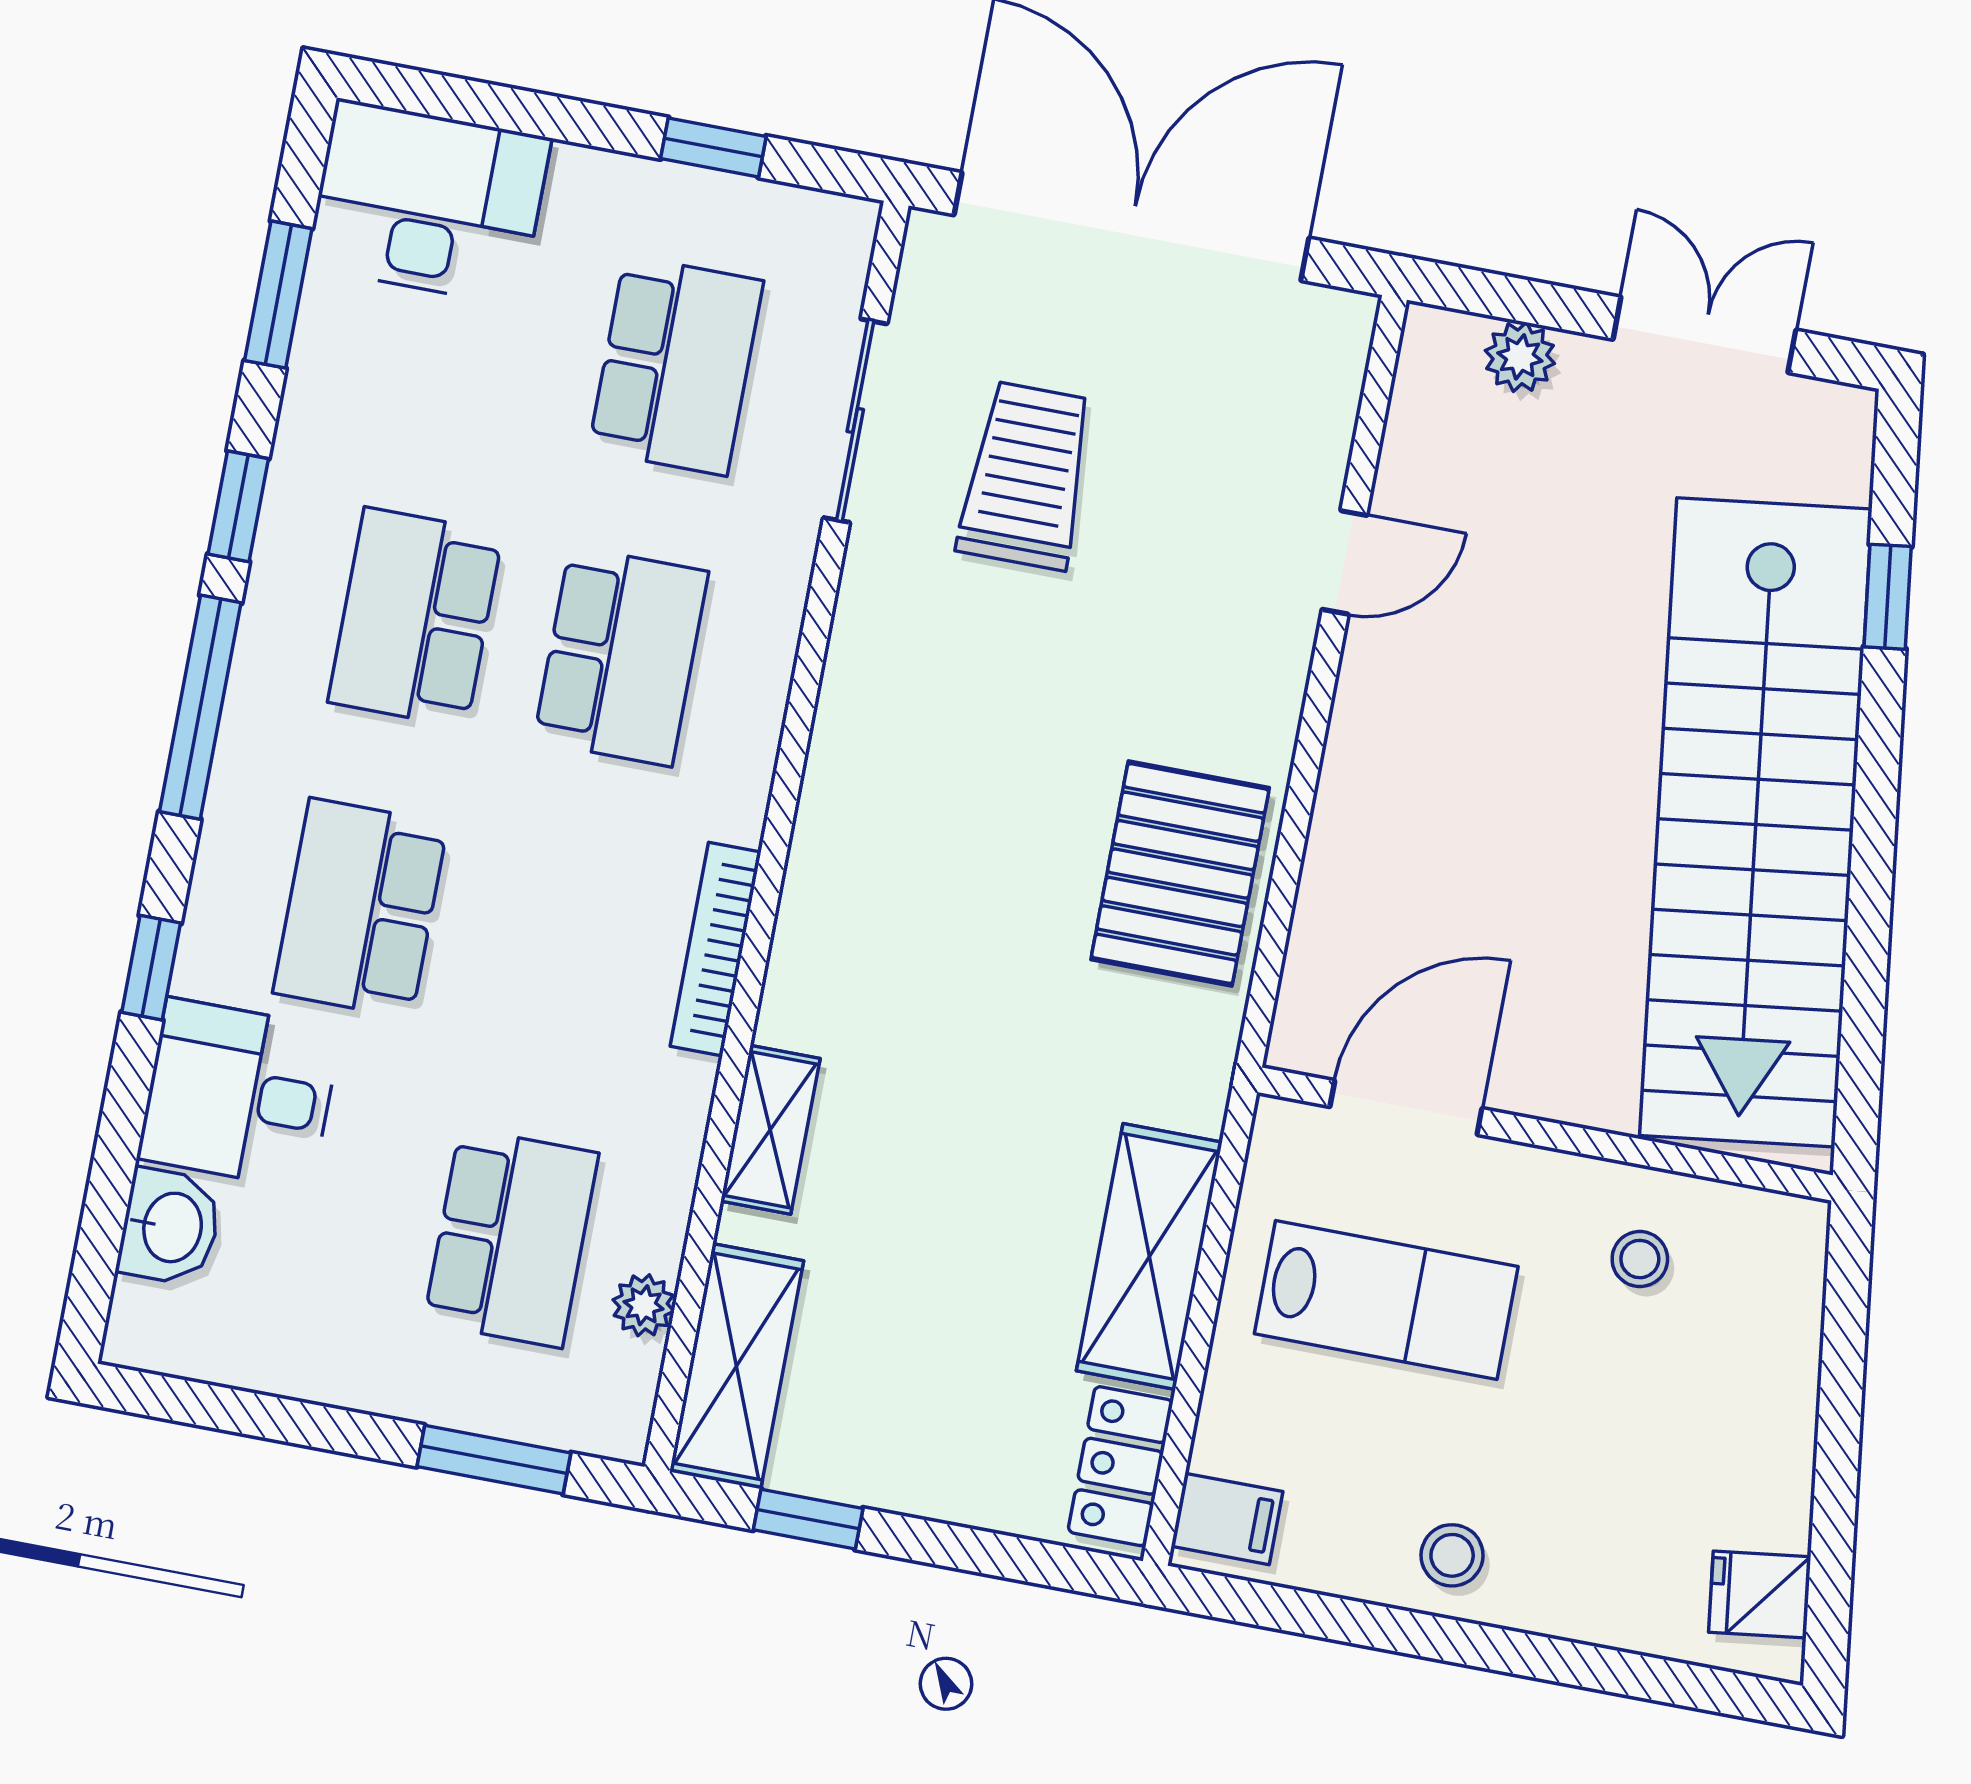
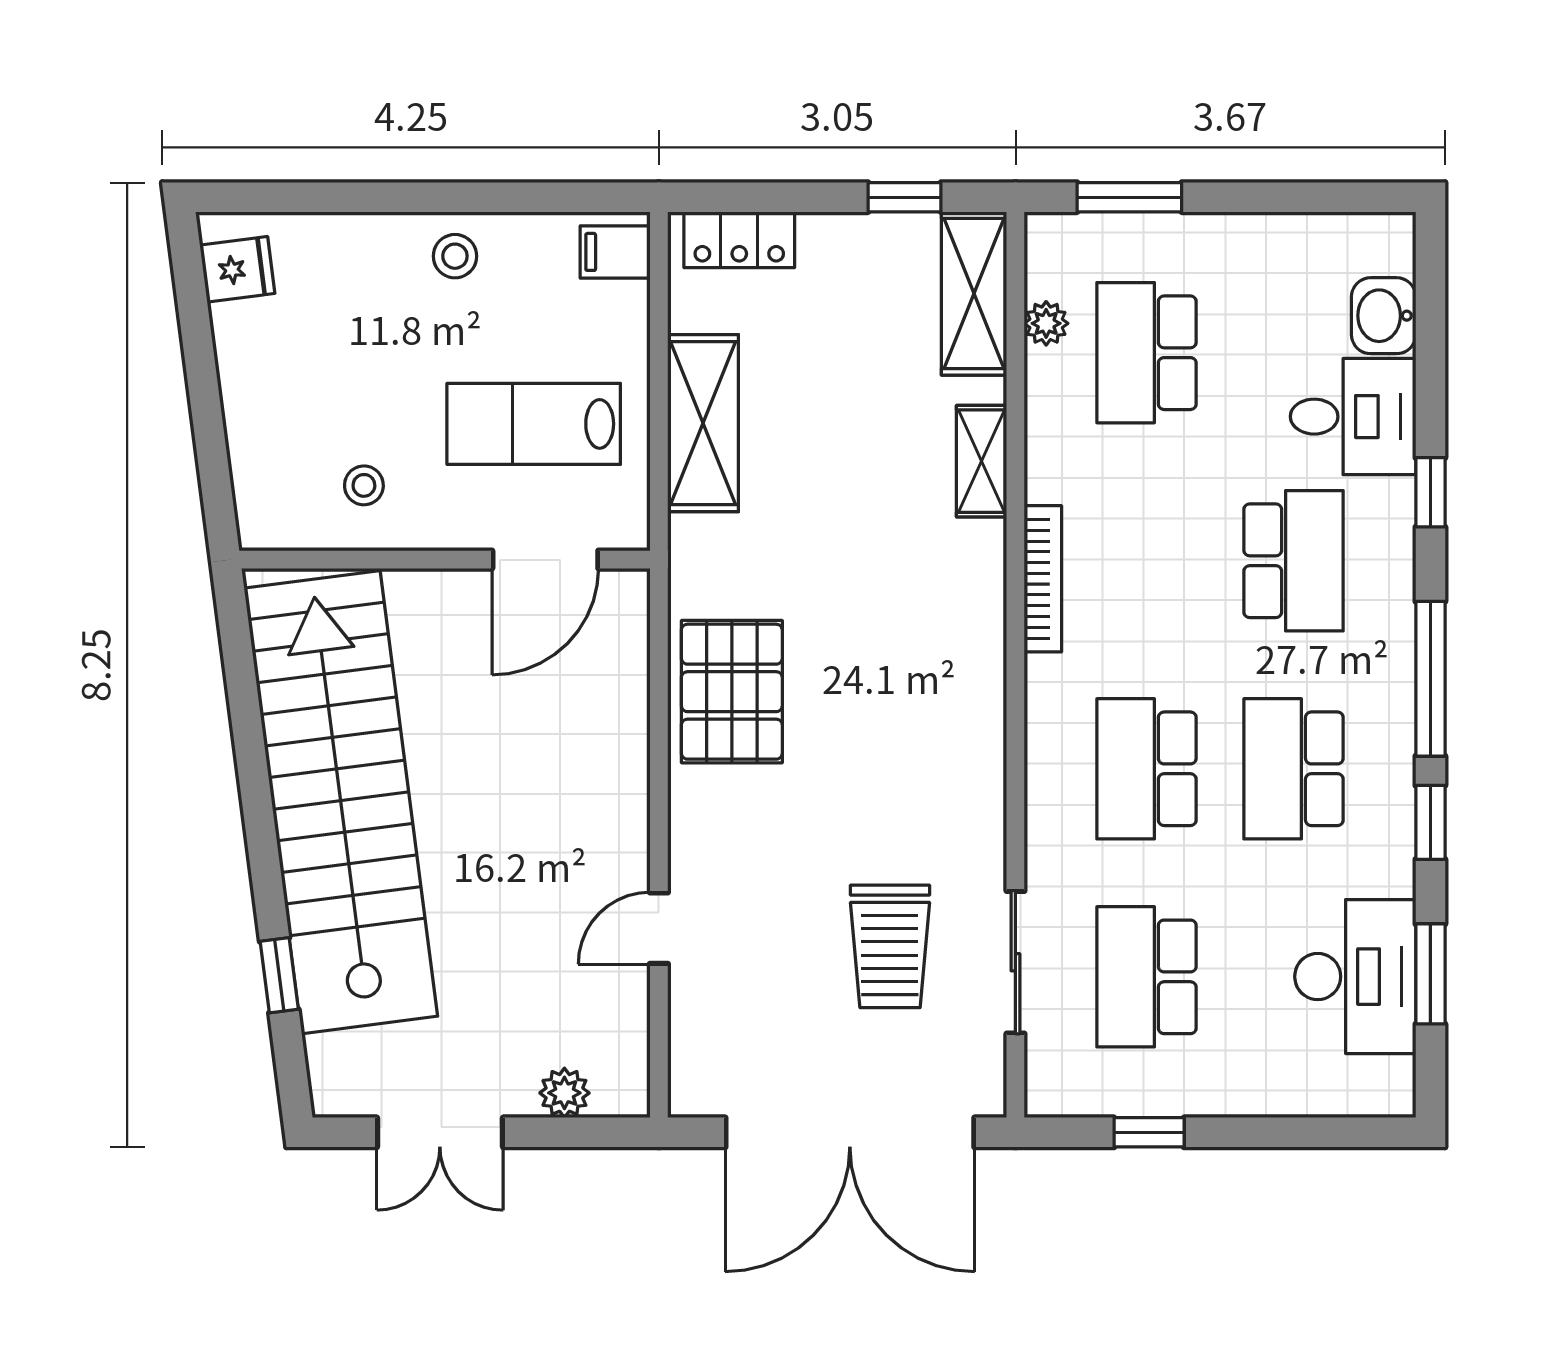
desk: (428, 202) -> (1355, 977), moved, turned -90
school desk: (415, 617) -> (1294, 769), turned 180
locker: (1121, 1466) -> (739, 240), moved, turned 90

